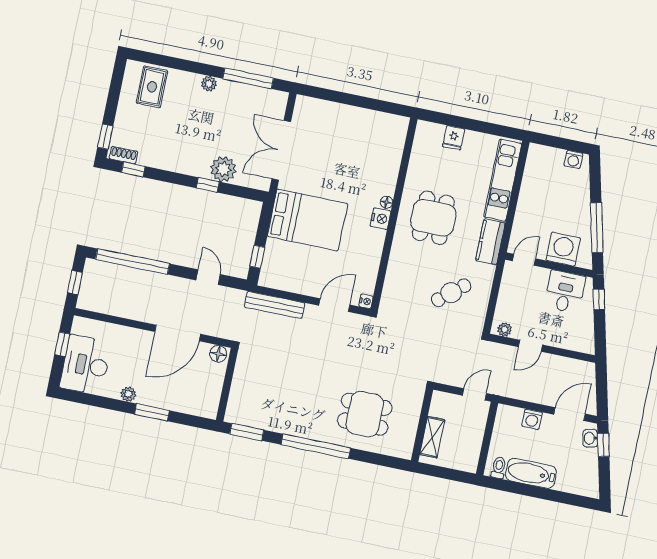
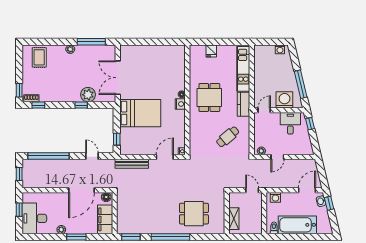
filing cabinet: (208, 392) -> (105, 219), added
door: (474, 394) -> (252, 190), hinge flipped
washing machine: (532, 419) -> (275, 197), moved
bathtub: (531, 473) -> (297, 225), width x1.36, depth x1.36

